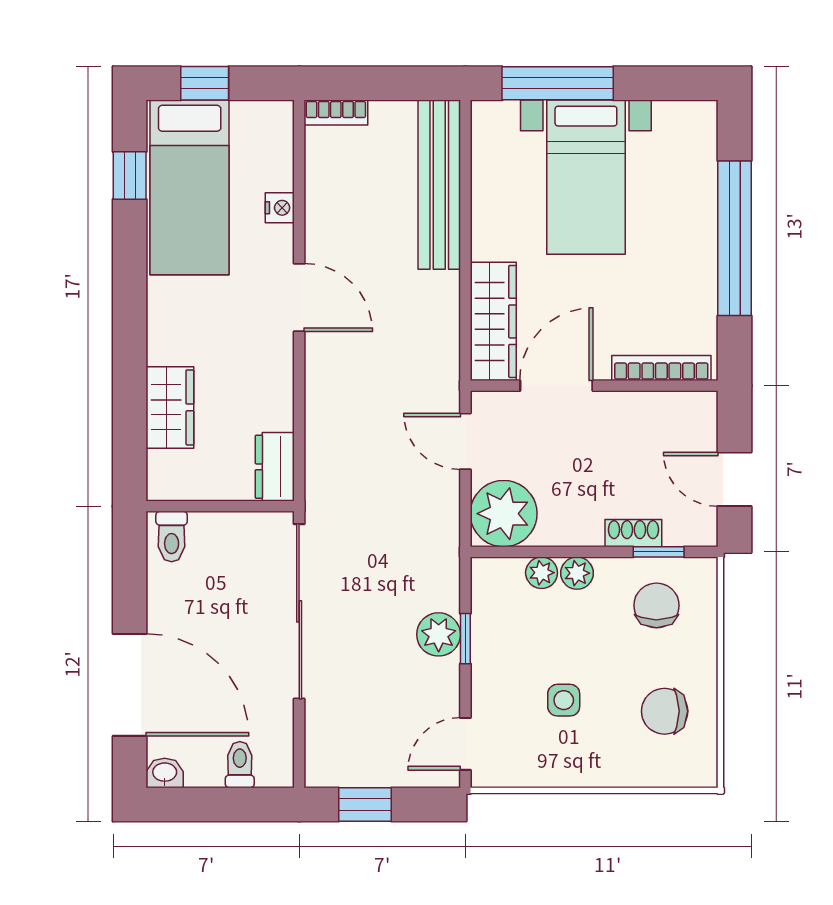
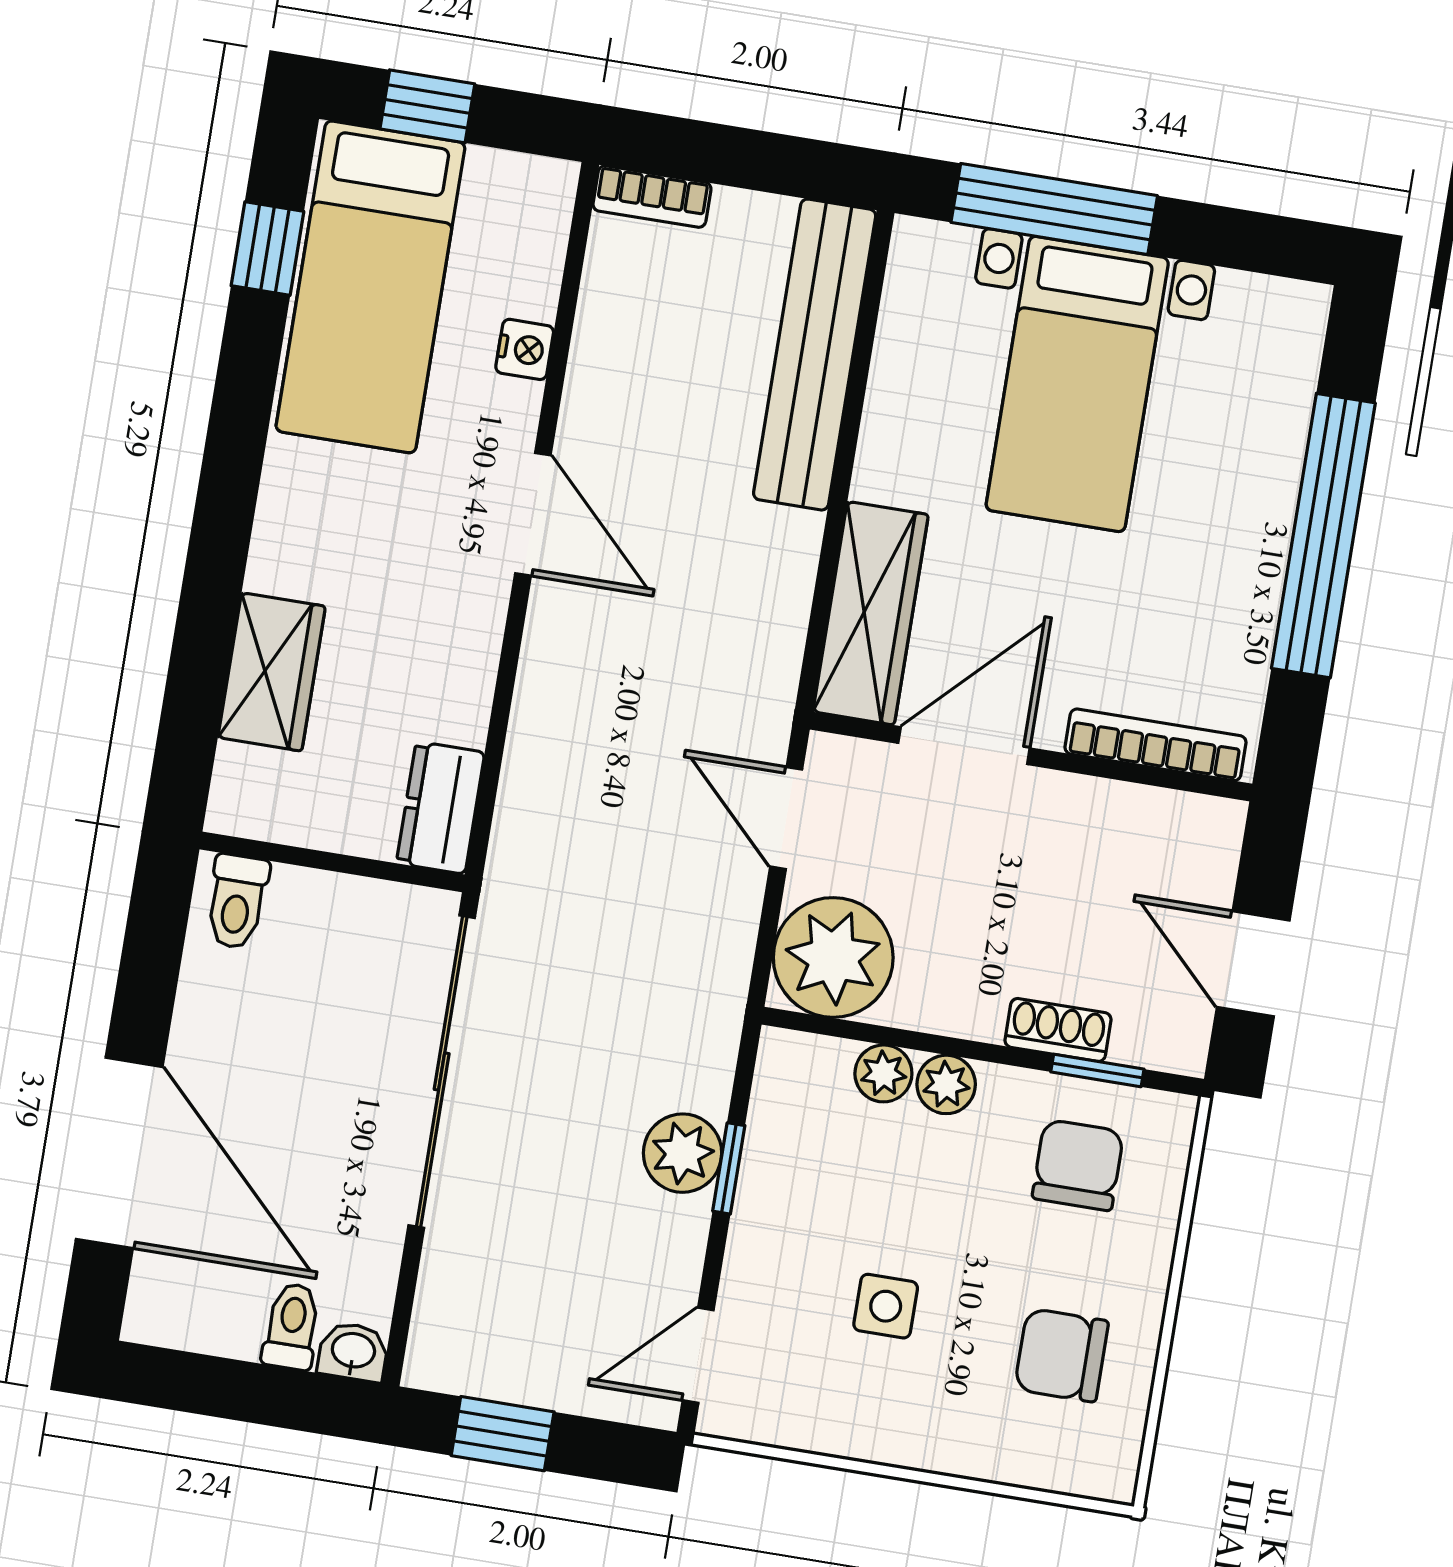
washbasin: (165, 773) -> (353, 1352), moved

